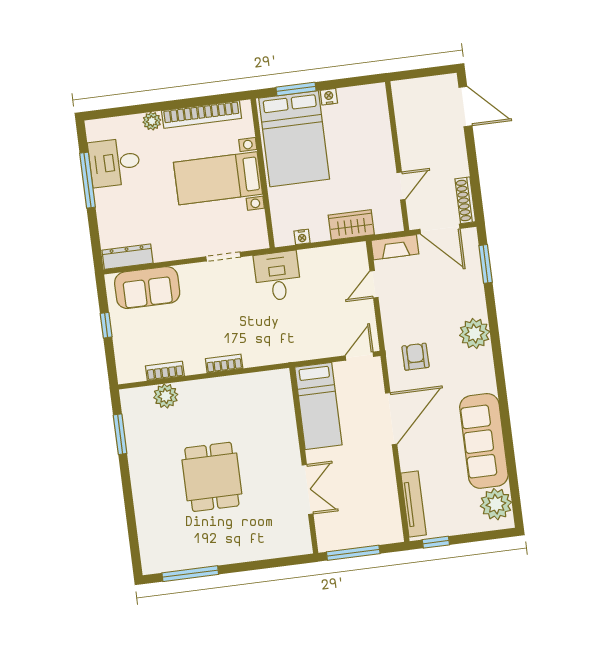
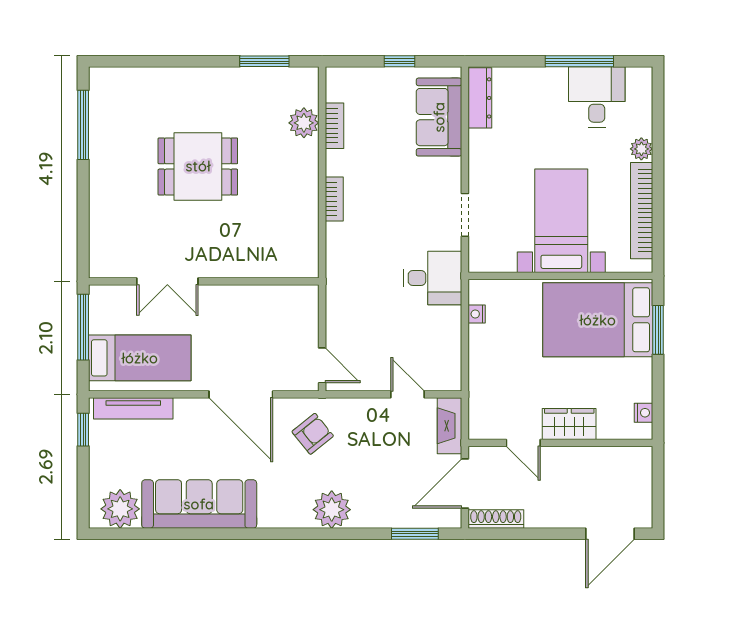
nightstand: (329, 97) -> (644, 413), moved
wardrobe: (351, 225) -> (569, 424), moved, turned -90
armchair: (416, 357) -> (313, 434), turned -39
bed: (318, 406) -> (140, 358), moved, turned 180

